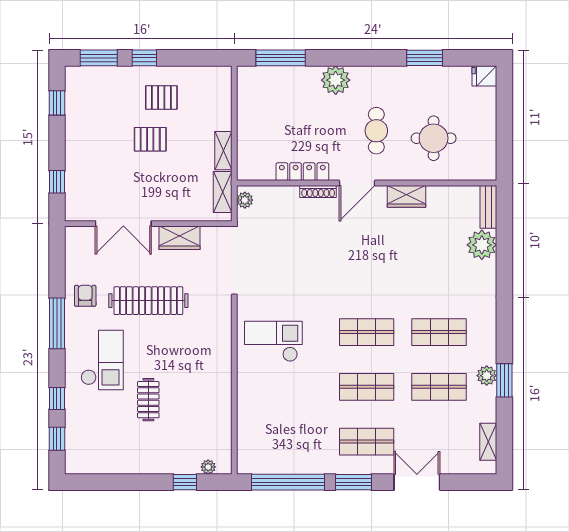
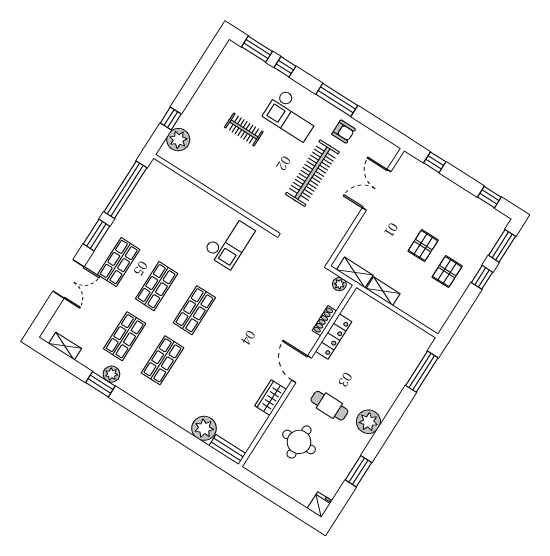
plant: (336, 80) -> (368, 422), moved
shoe rack: (318, 192) -> (324, 321), moved
wardrobe: (179, 238) -> (342, 222), removed
window: (57, 439) -> (257, 49), width x1.50
plant: (208, 467) -> (178, 140), width x1.88, depth x1.88

